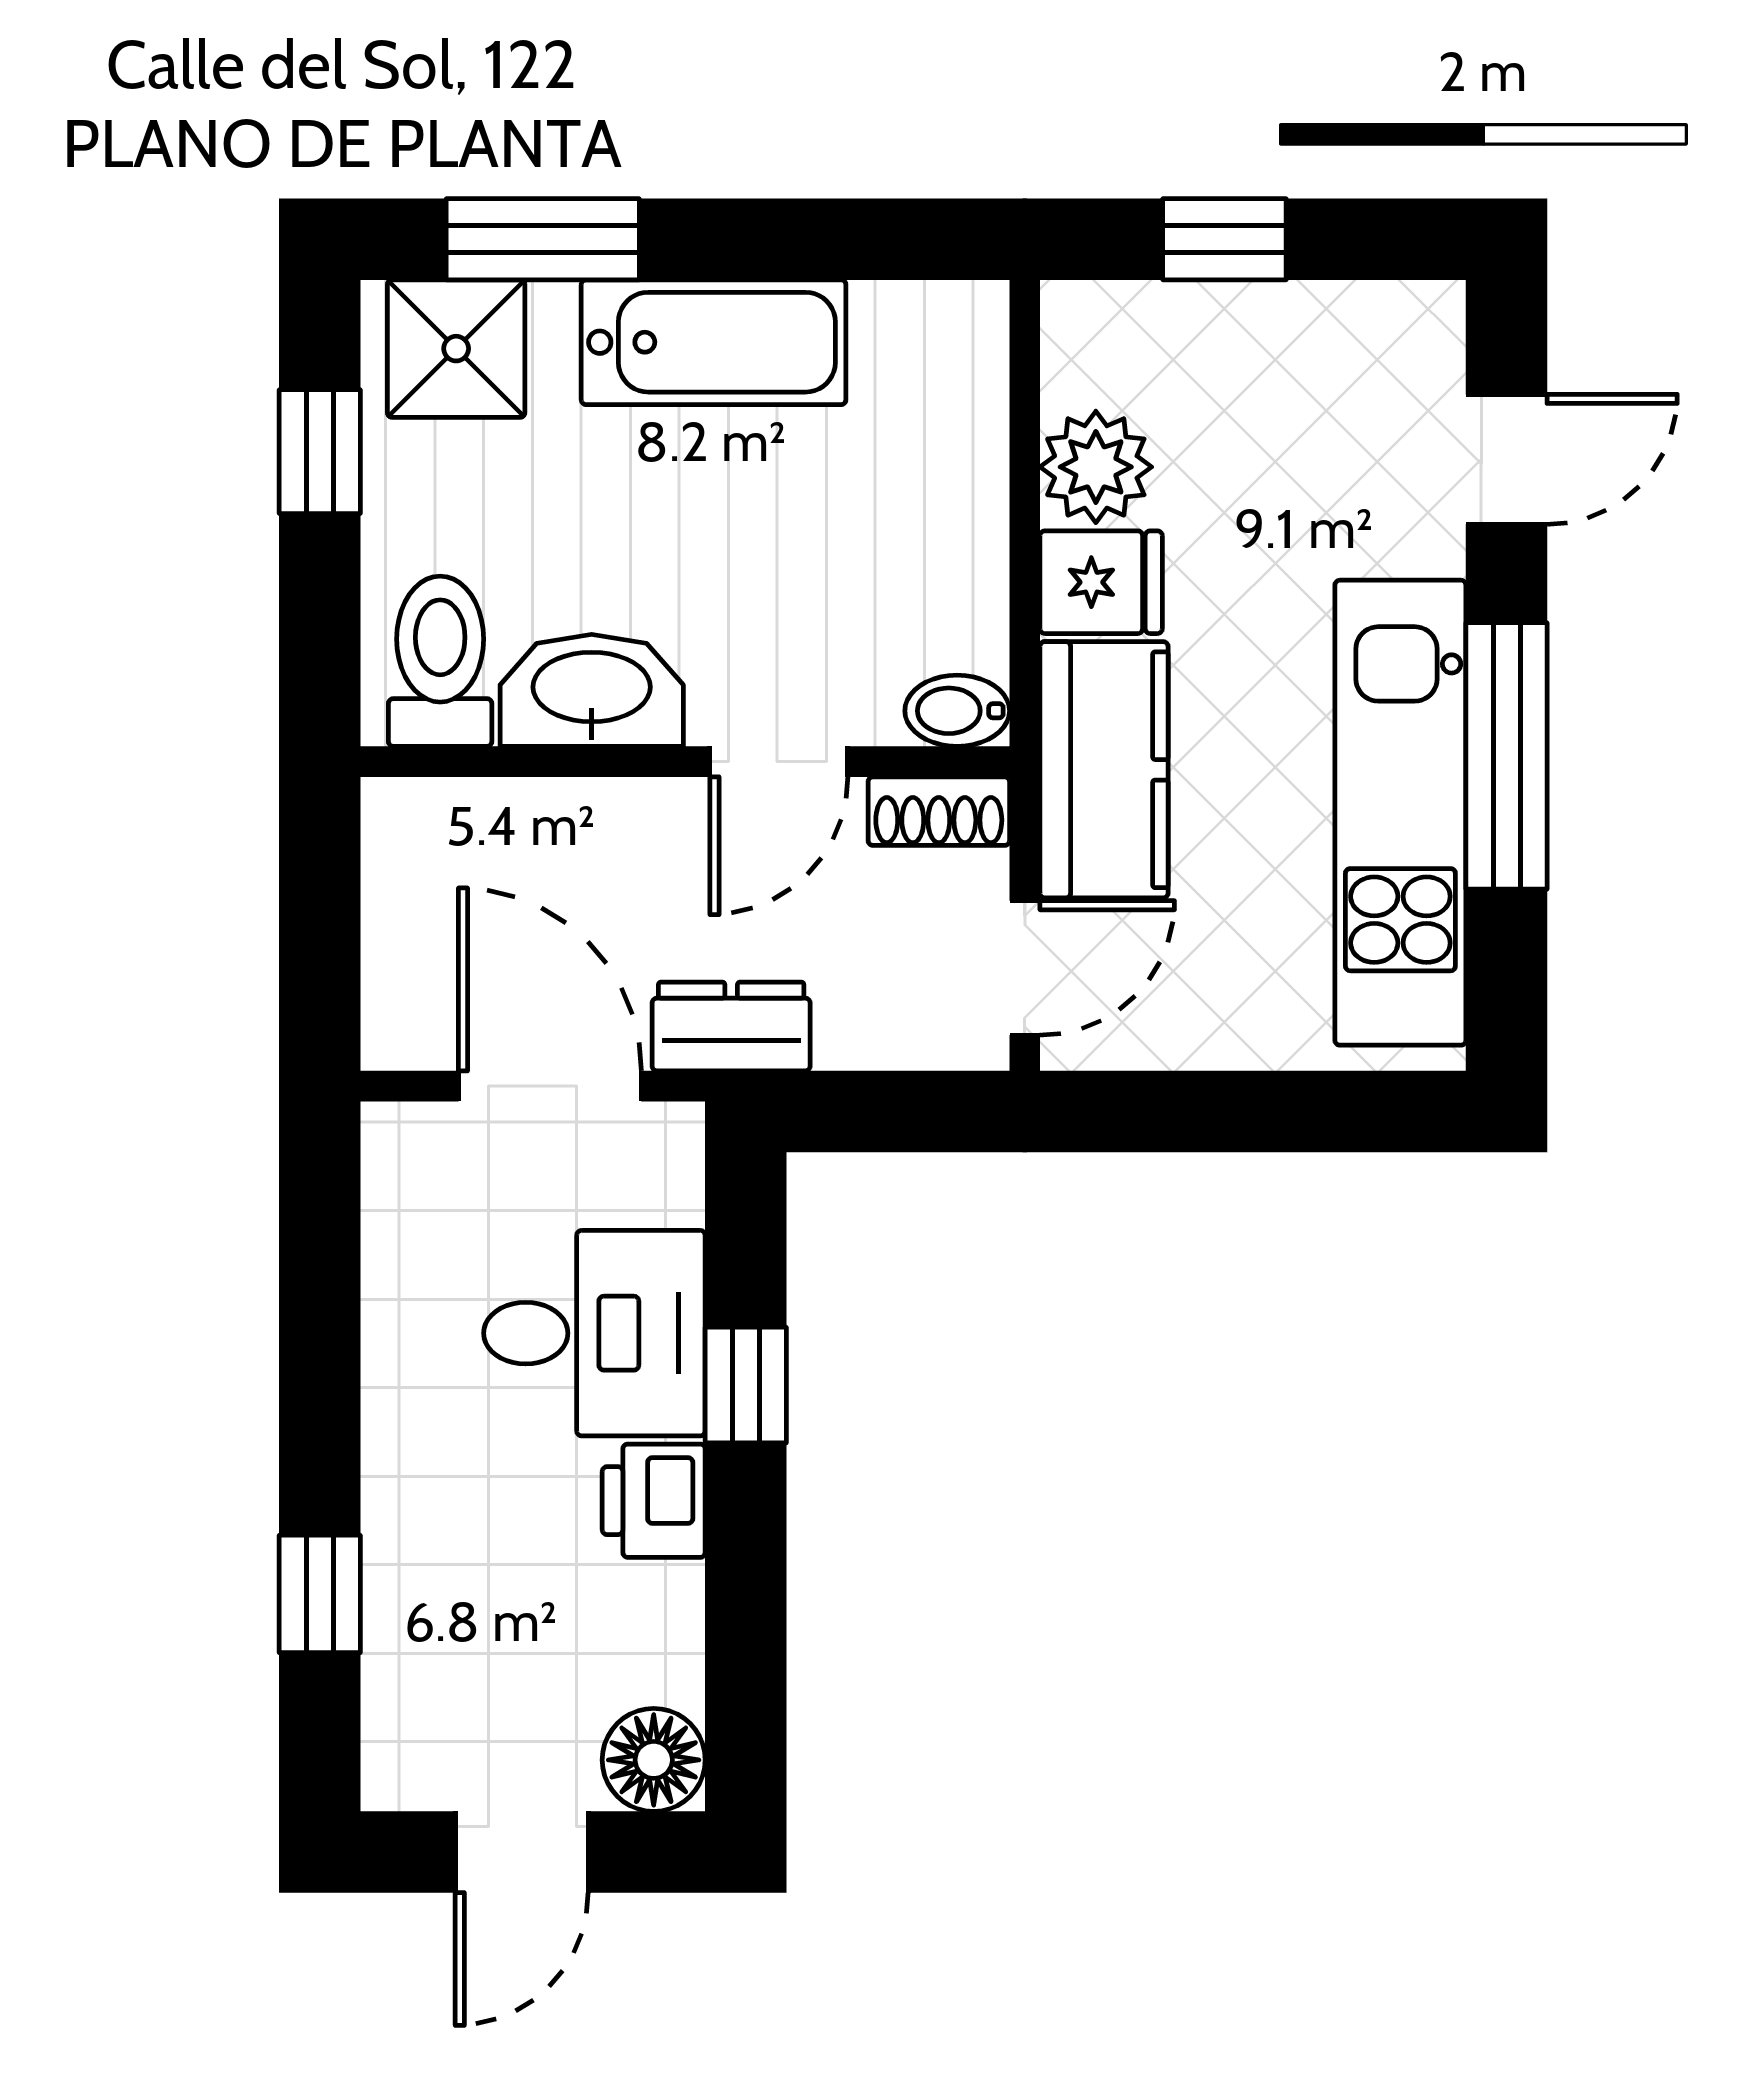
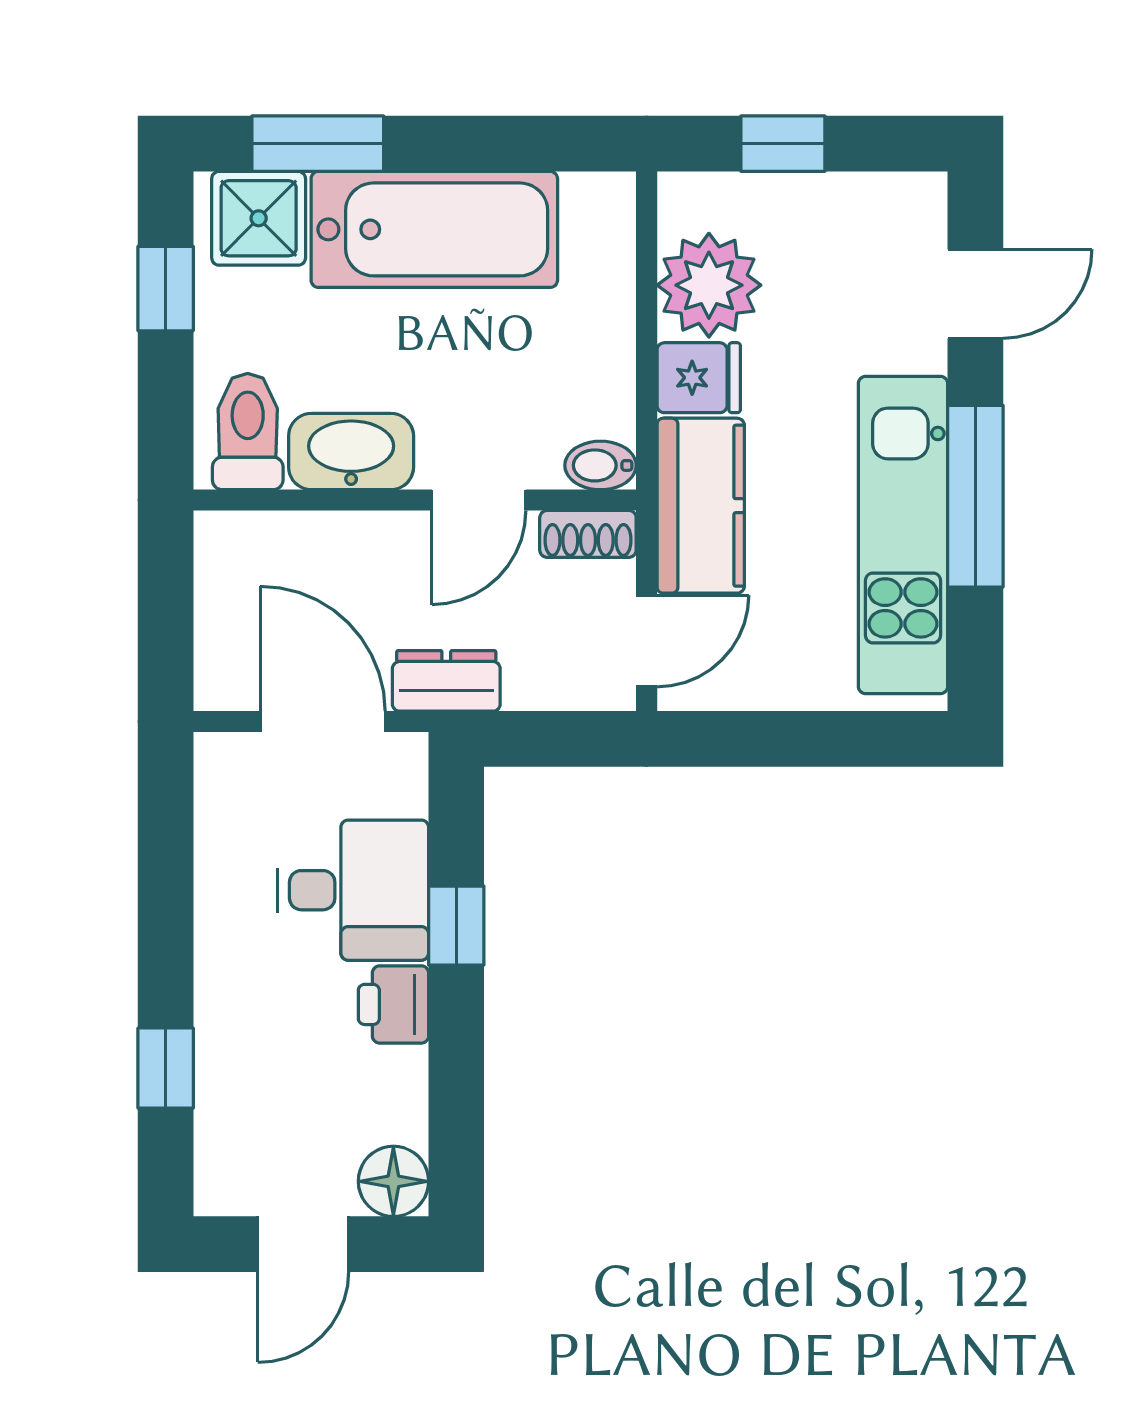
bathtub: (714, 342) -> (434, 229), width x1.36, depth x1.36
plant: (1096, 467) -> (709, 285), width x1.36, depth x1.36

